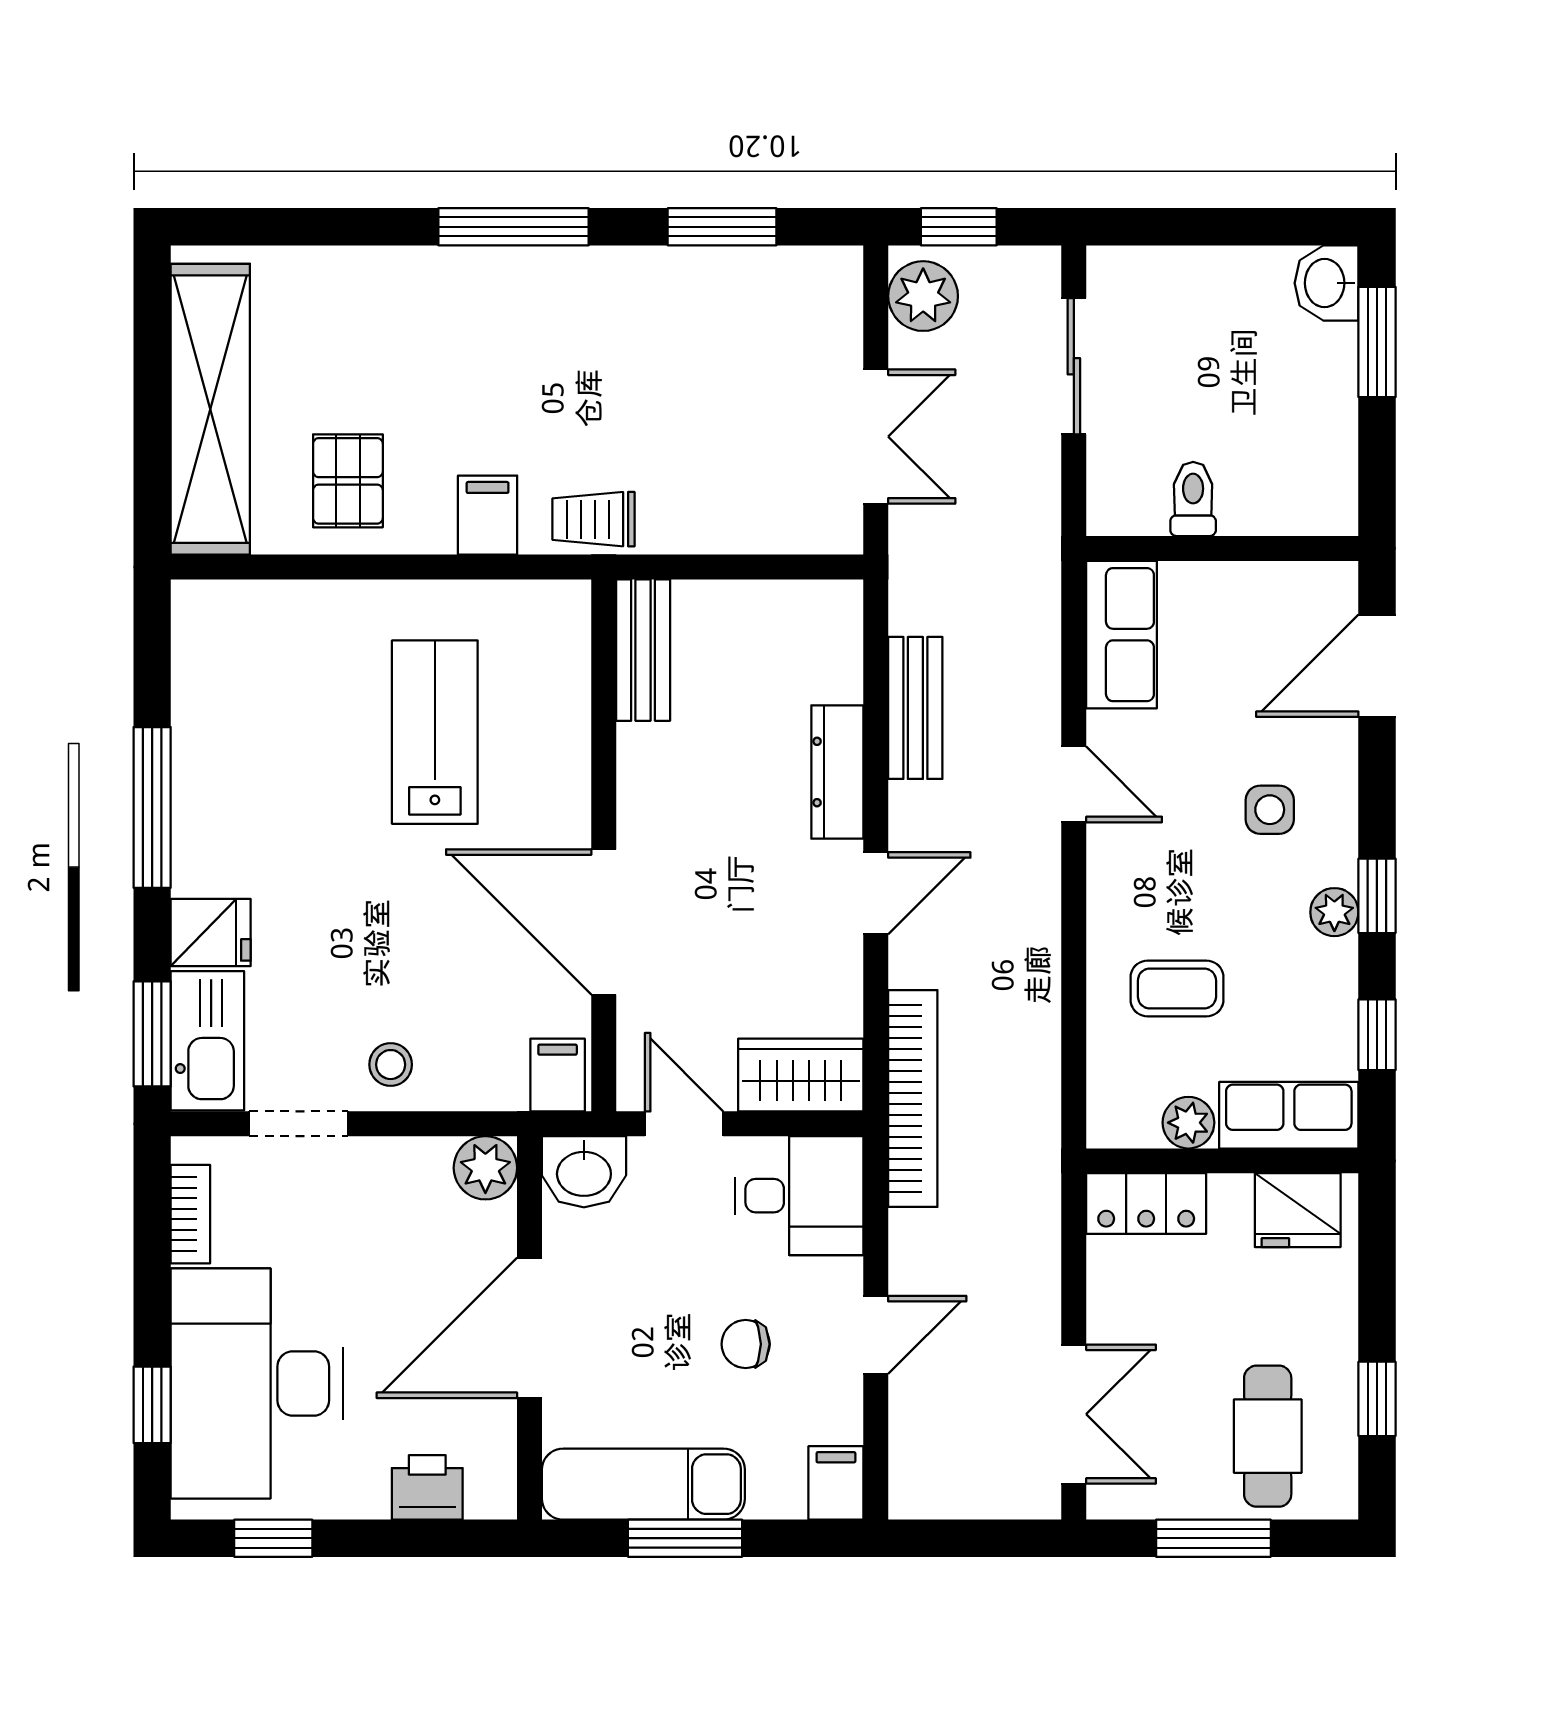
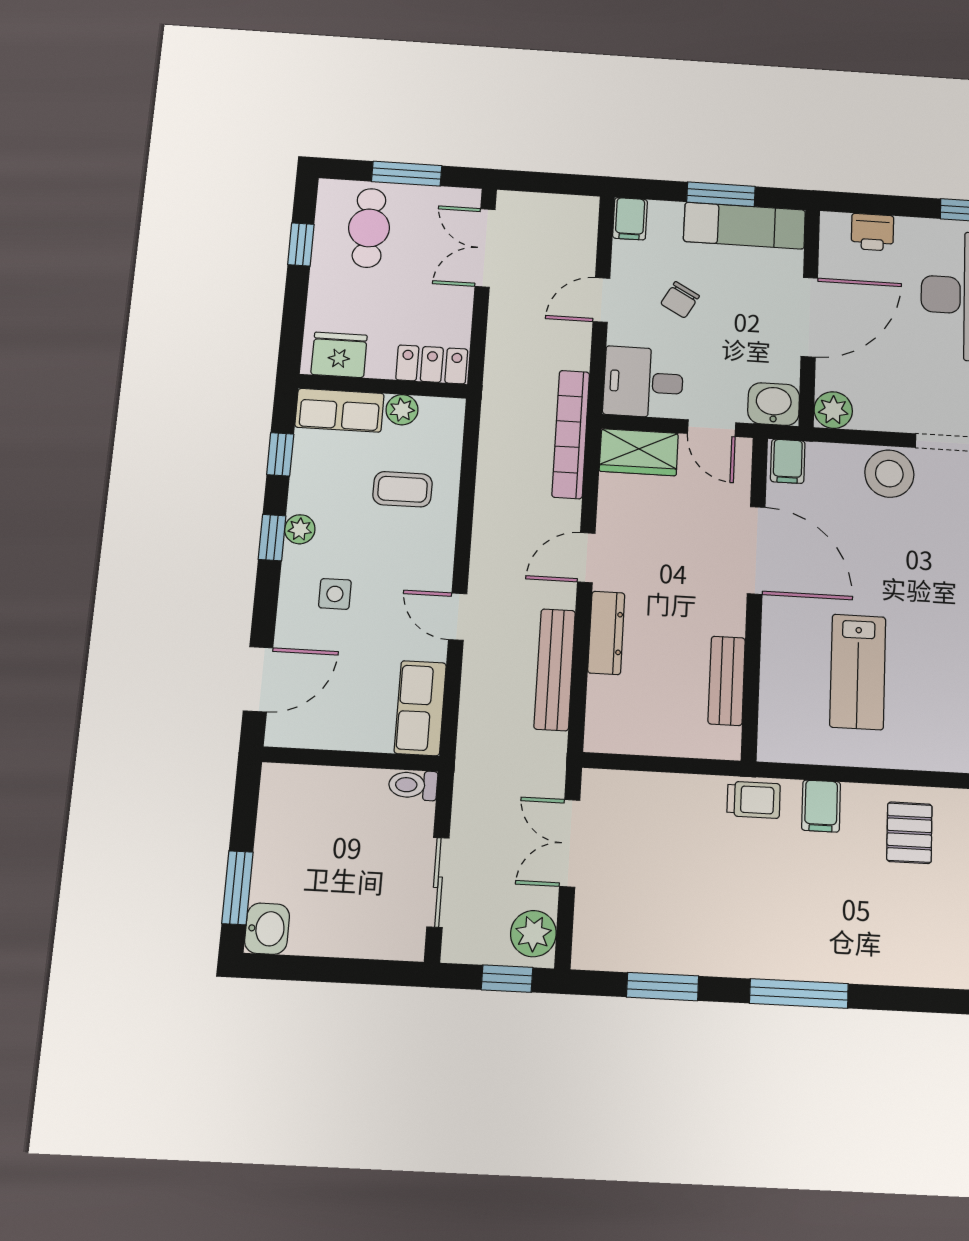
toilet: (1193, 499) -> (413, 785), moved, turned 90
bench: (643, 650) -> (727, 681), moved
bench: (915, 708) -> (555, 670), width x1.36
stool: (391, 1065) -> (889, 474), width x1.89, depth x1.89
chair: (746, 1344) -> (680, 300), turned 119

